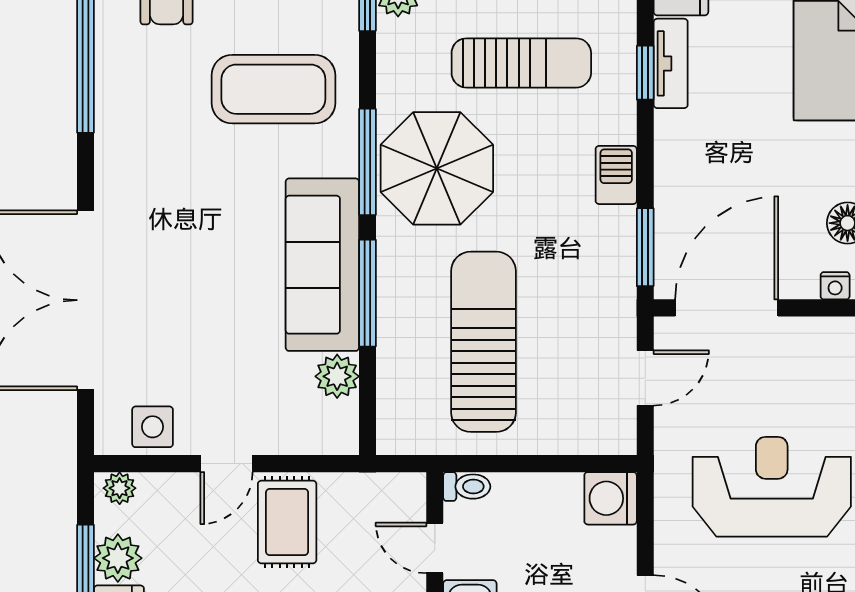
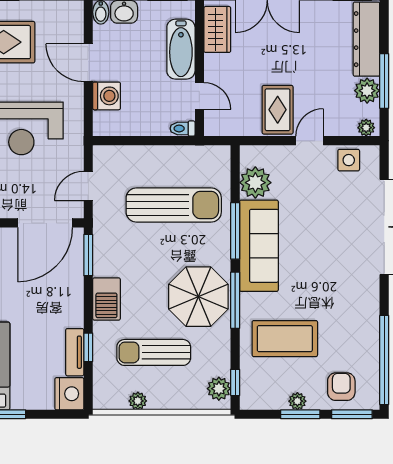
barbecue: (616, 175) -> (106, 299), width x1.38, depth x1.27
sun lounger: (483, 342) -> (174, 205), turned -90
plant: (337, 376) -> (255, 183), width x1.36, depth x1.36
washing machine: (611, 498) -> (107, 96), moved

